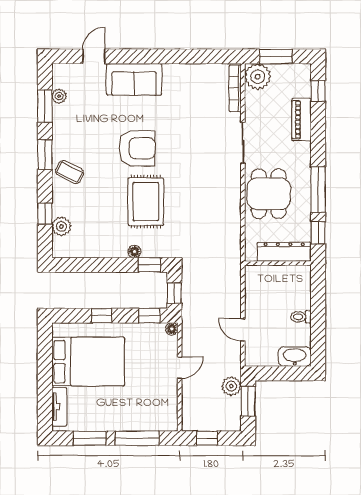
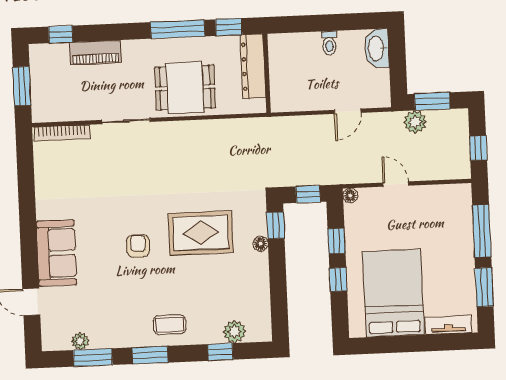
plant: (258, 77) -> (47, 107), removed
armchair: (137, 148) -> (138, 246), width x0.53, depth x0.53
coffee table: (70, 172) -> (170, 325), turned 63
window: (149, 316) -> (337, 241), moved

